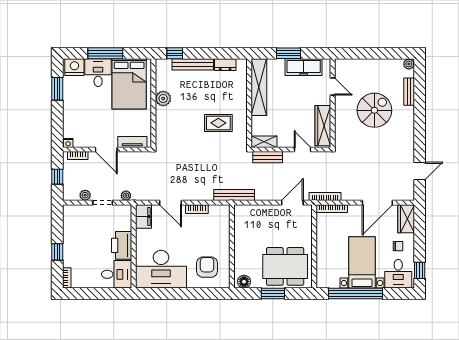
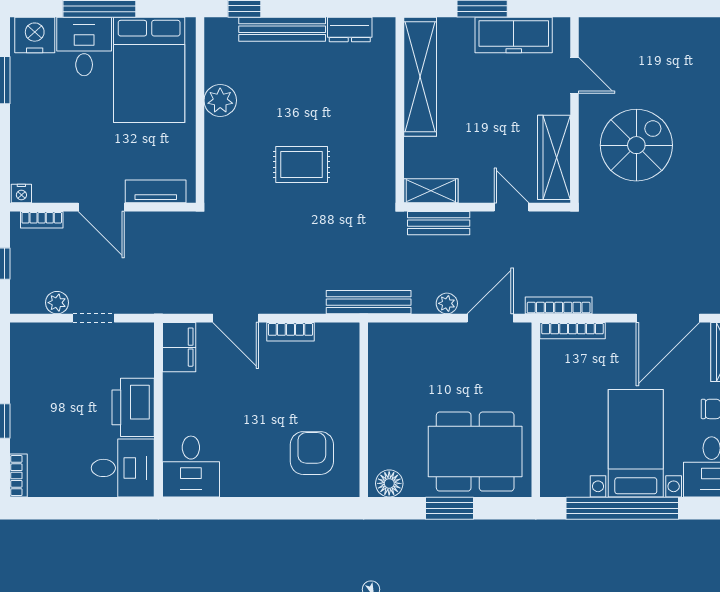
spiral stairs: (374, 110) -> (636, 145), moved
rug: (218, 123) -> (302, 164), moved
plant: (126, 196) -> (447, 303), moved
desk: (161, 269) -> (191, 466), width x0.53, depth x0.77

